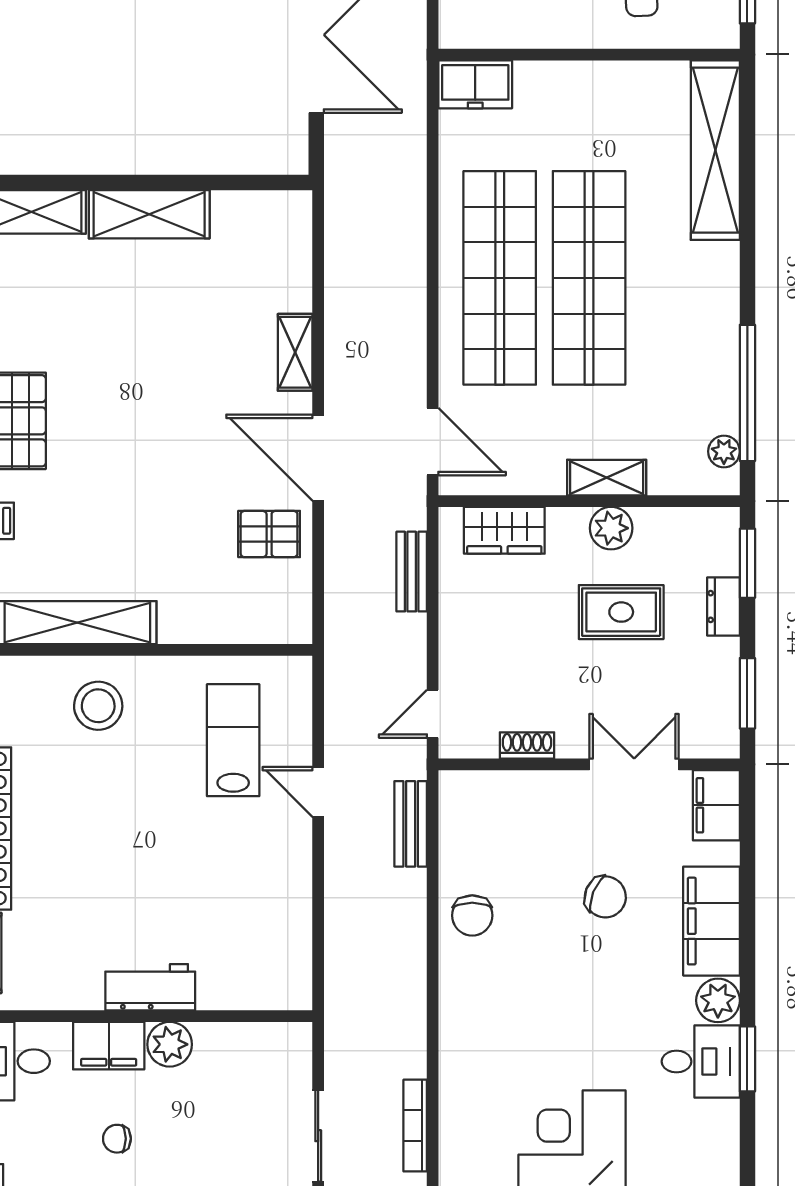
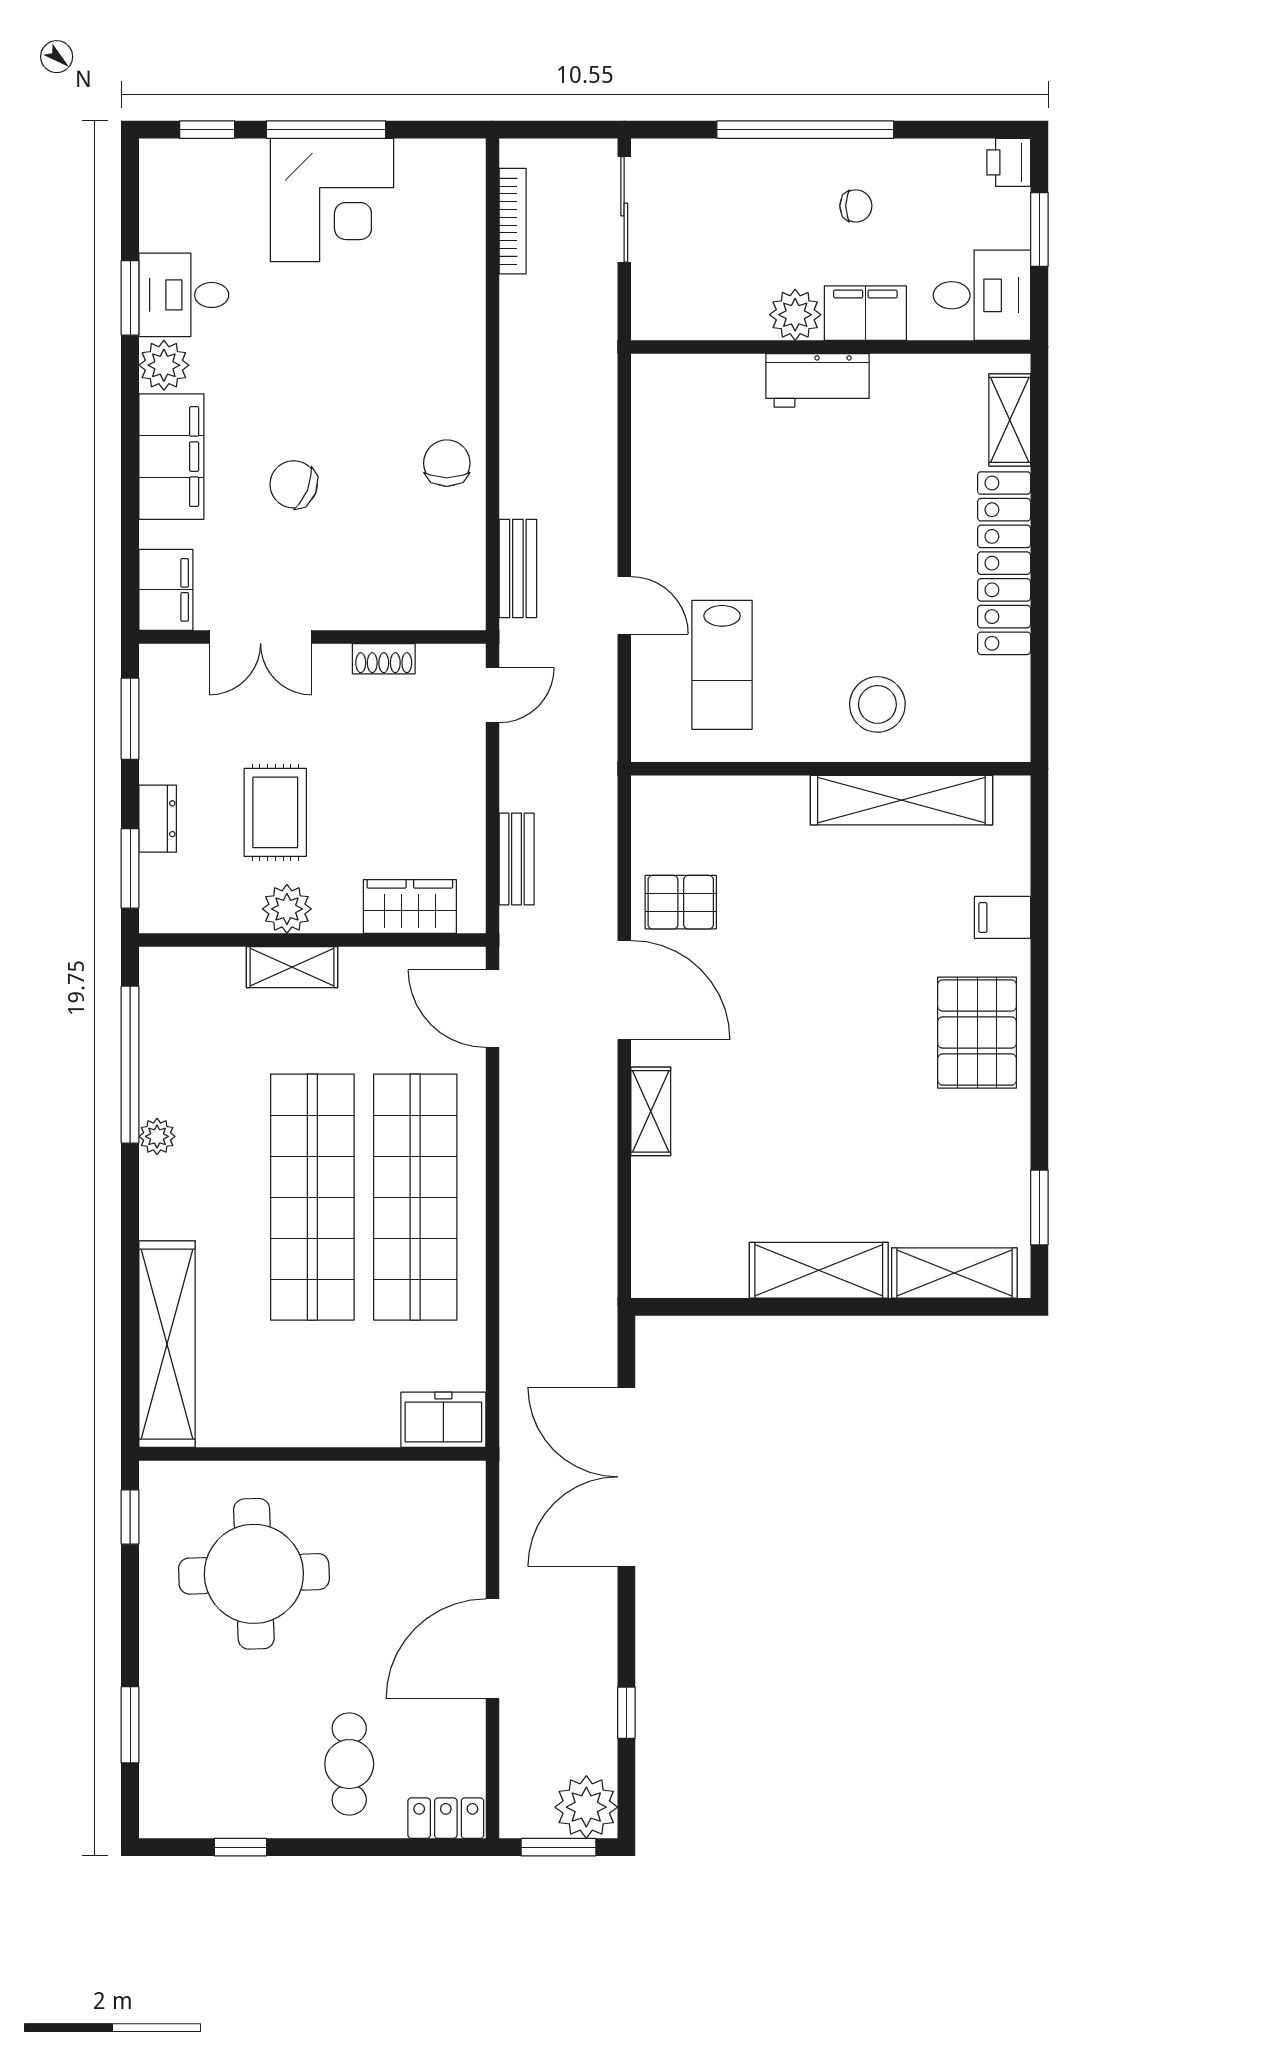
plant: (724, 451) -> (157, 1136), moved
rug: (621, 612) -> (275, 812), turned 90

